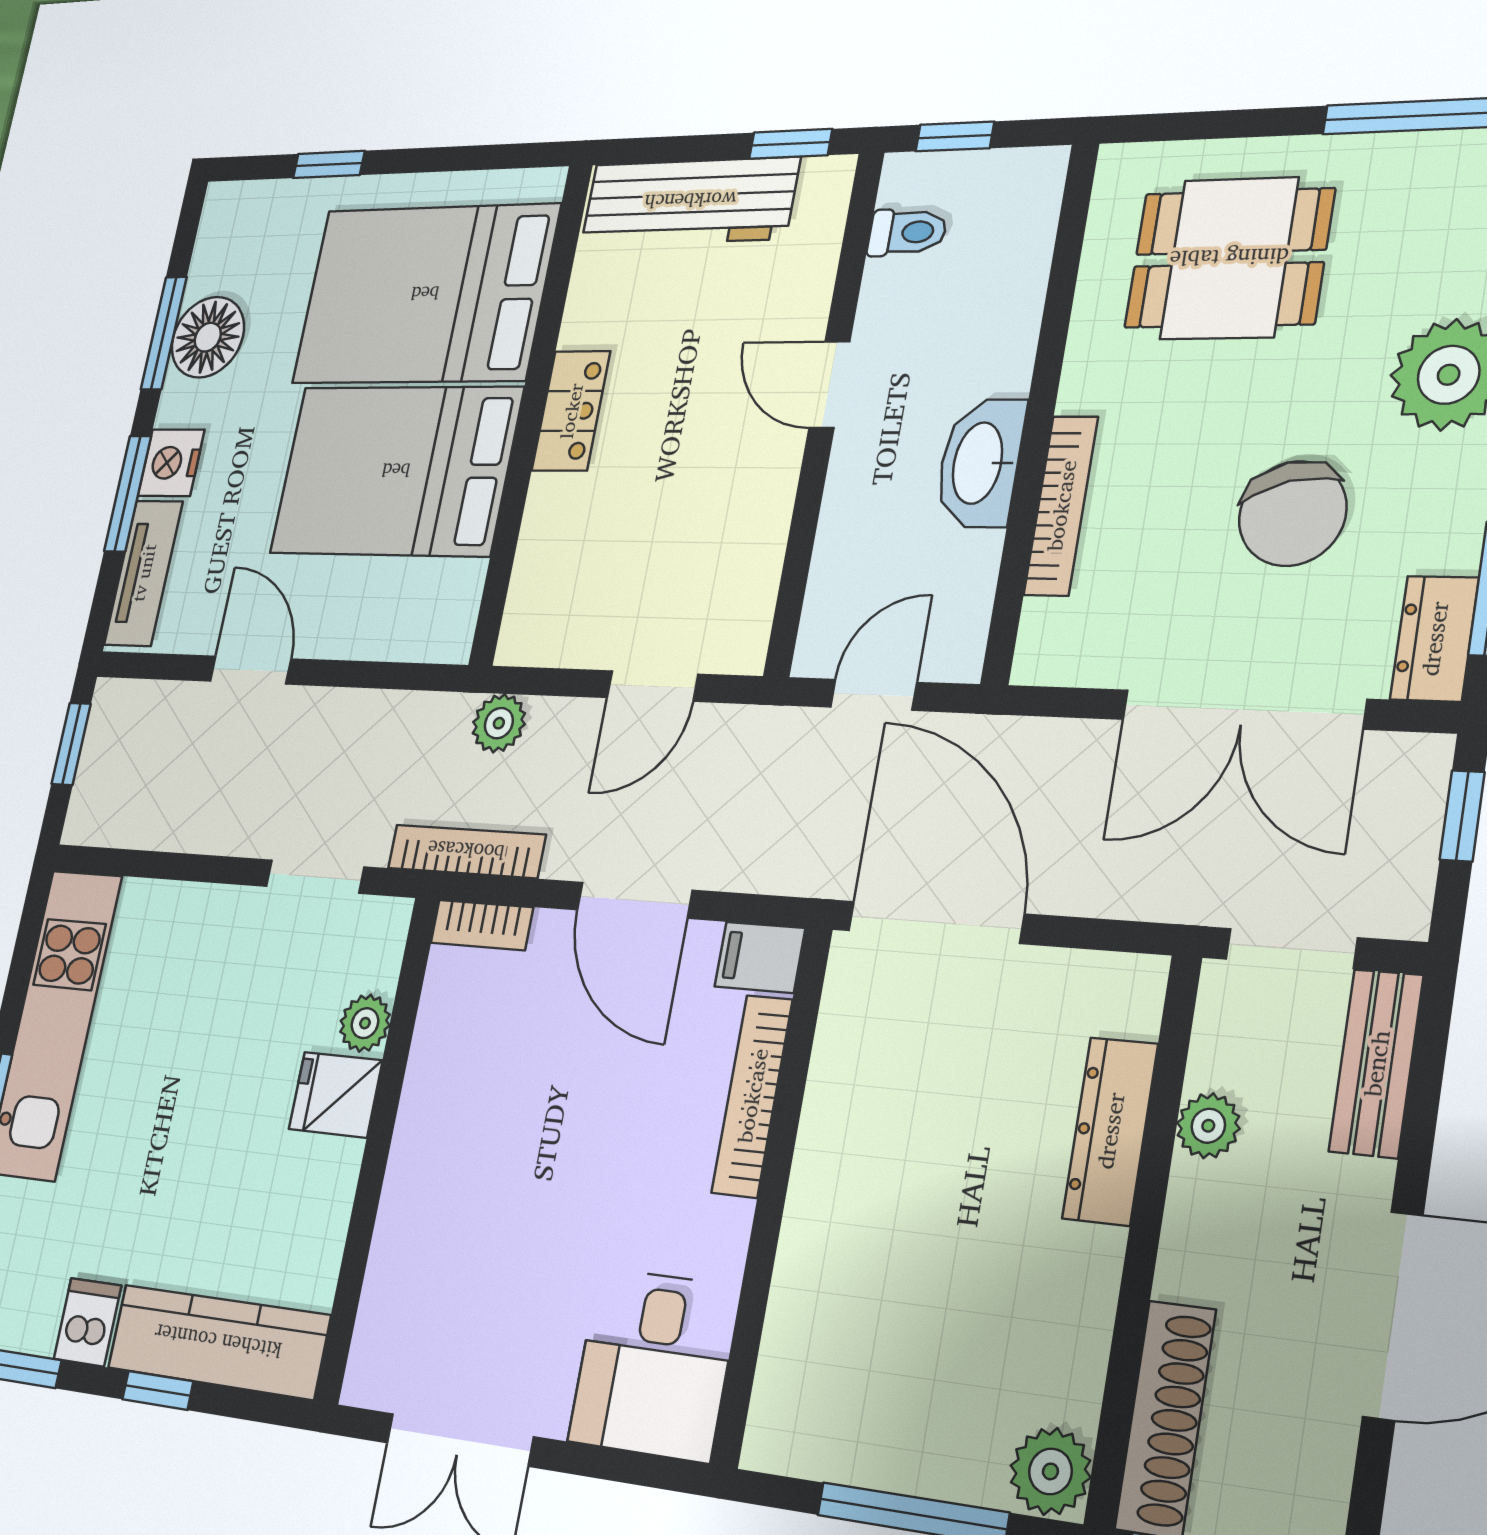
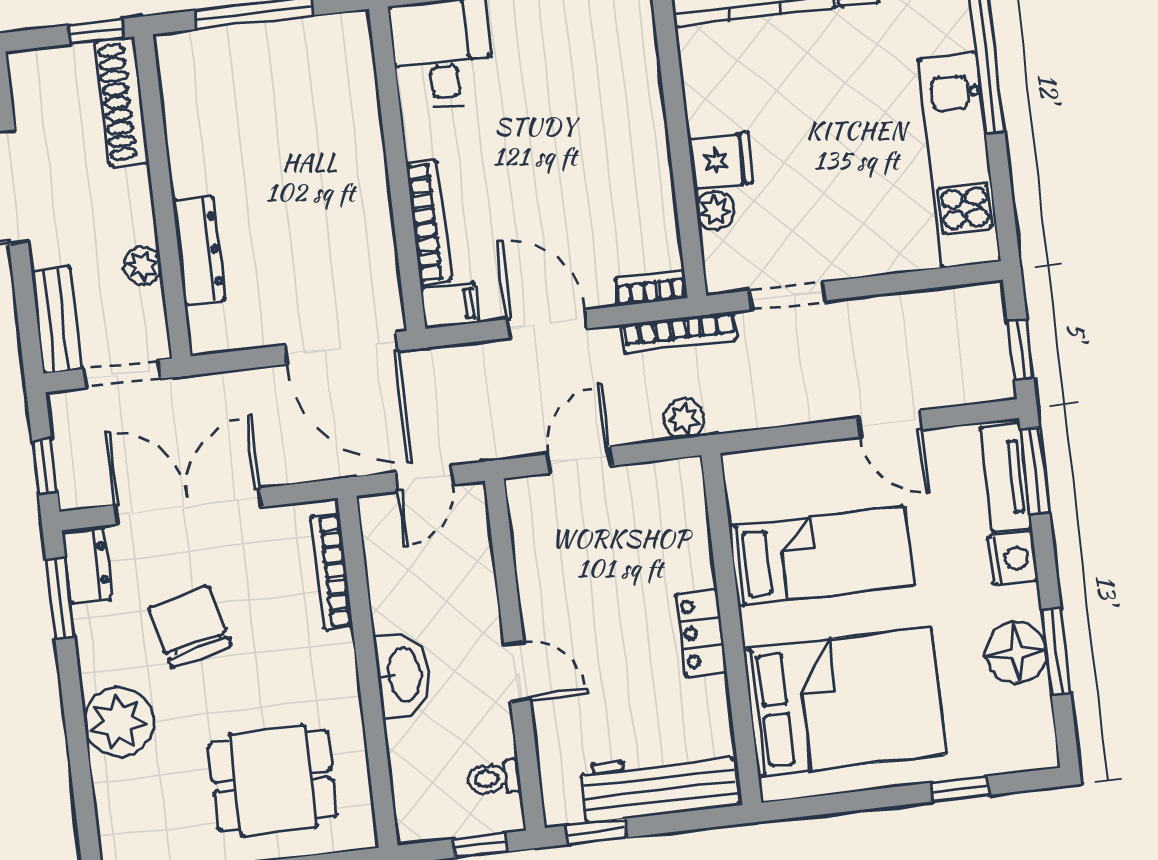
washbasin: (980, 463) -> (403, 675), moved
bed: (396, 471) -> (821, 556), width x0.67
window: (128, 494) -> (1035, 471), moved
bookcase: (1061, 506) -> (332, 571), moved
plant: (1050, 1471) -> (180, 57), removed

